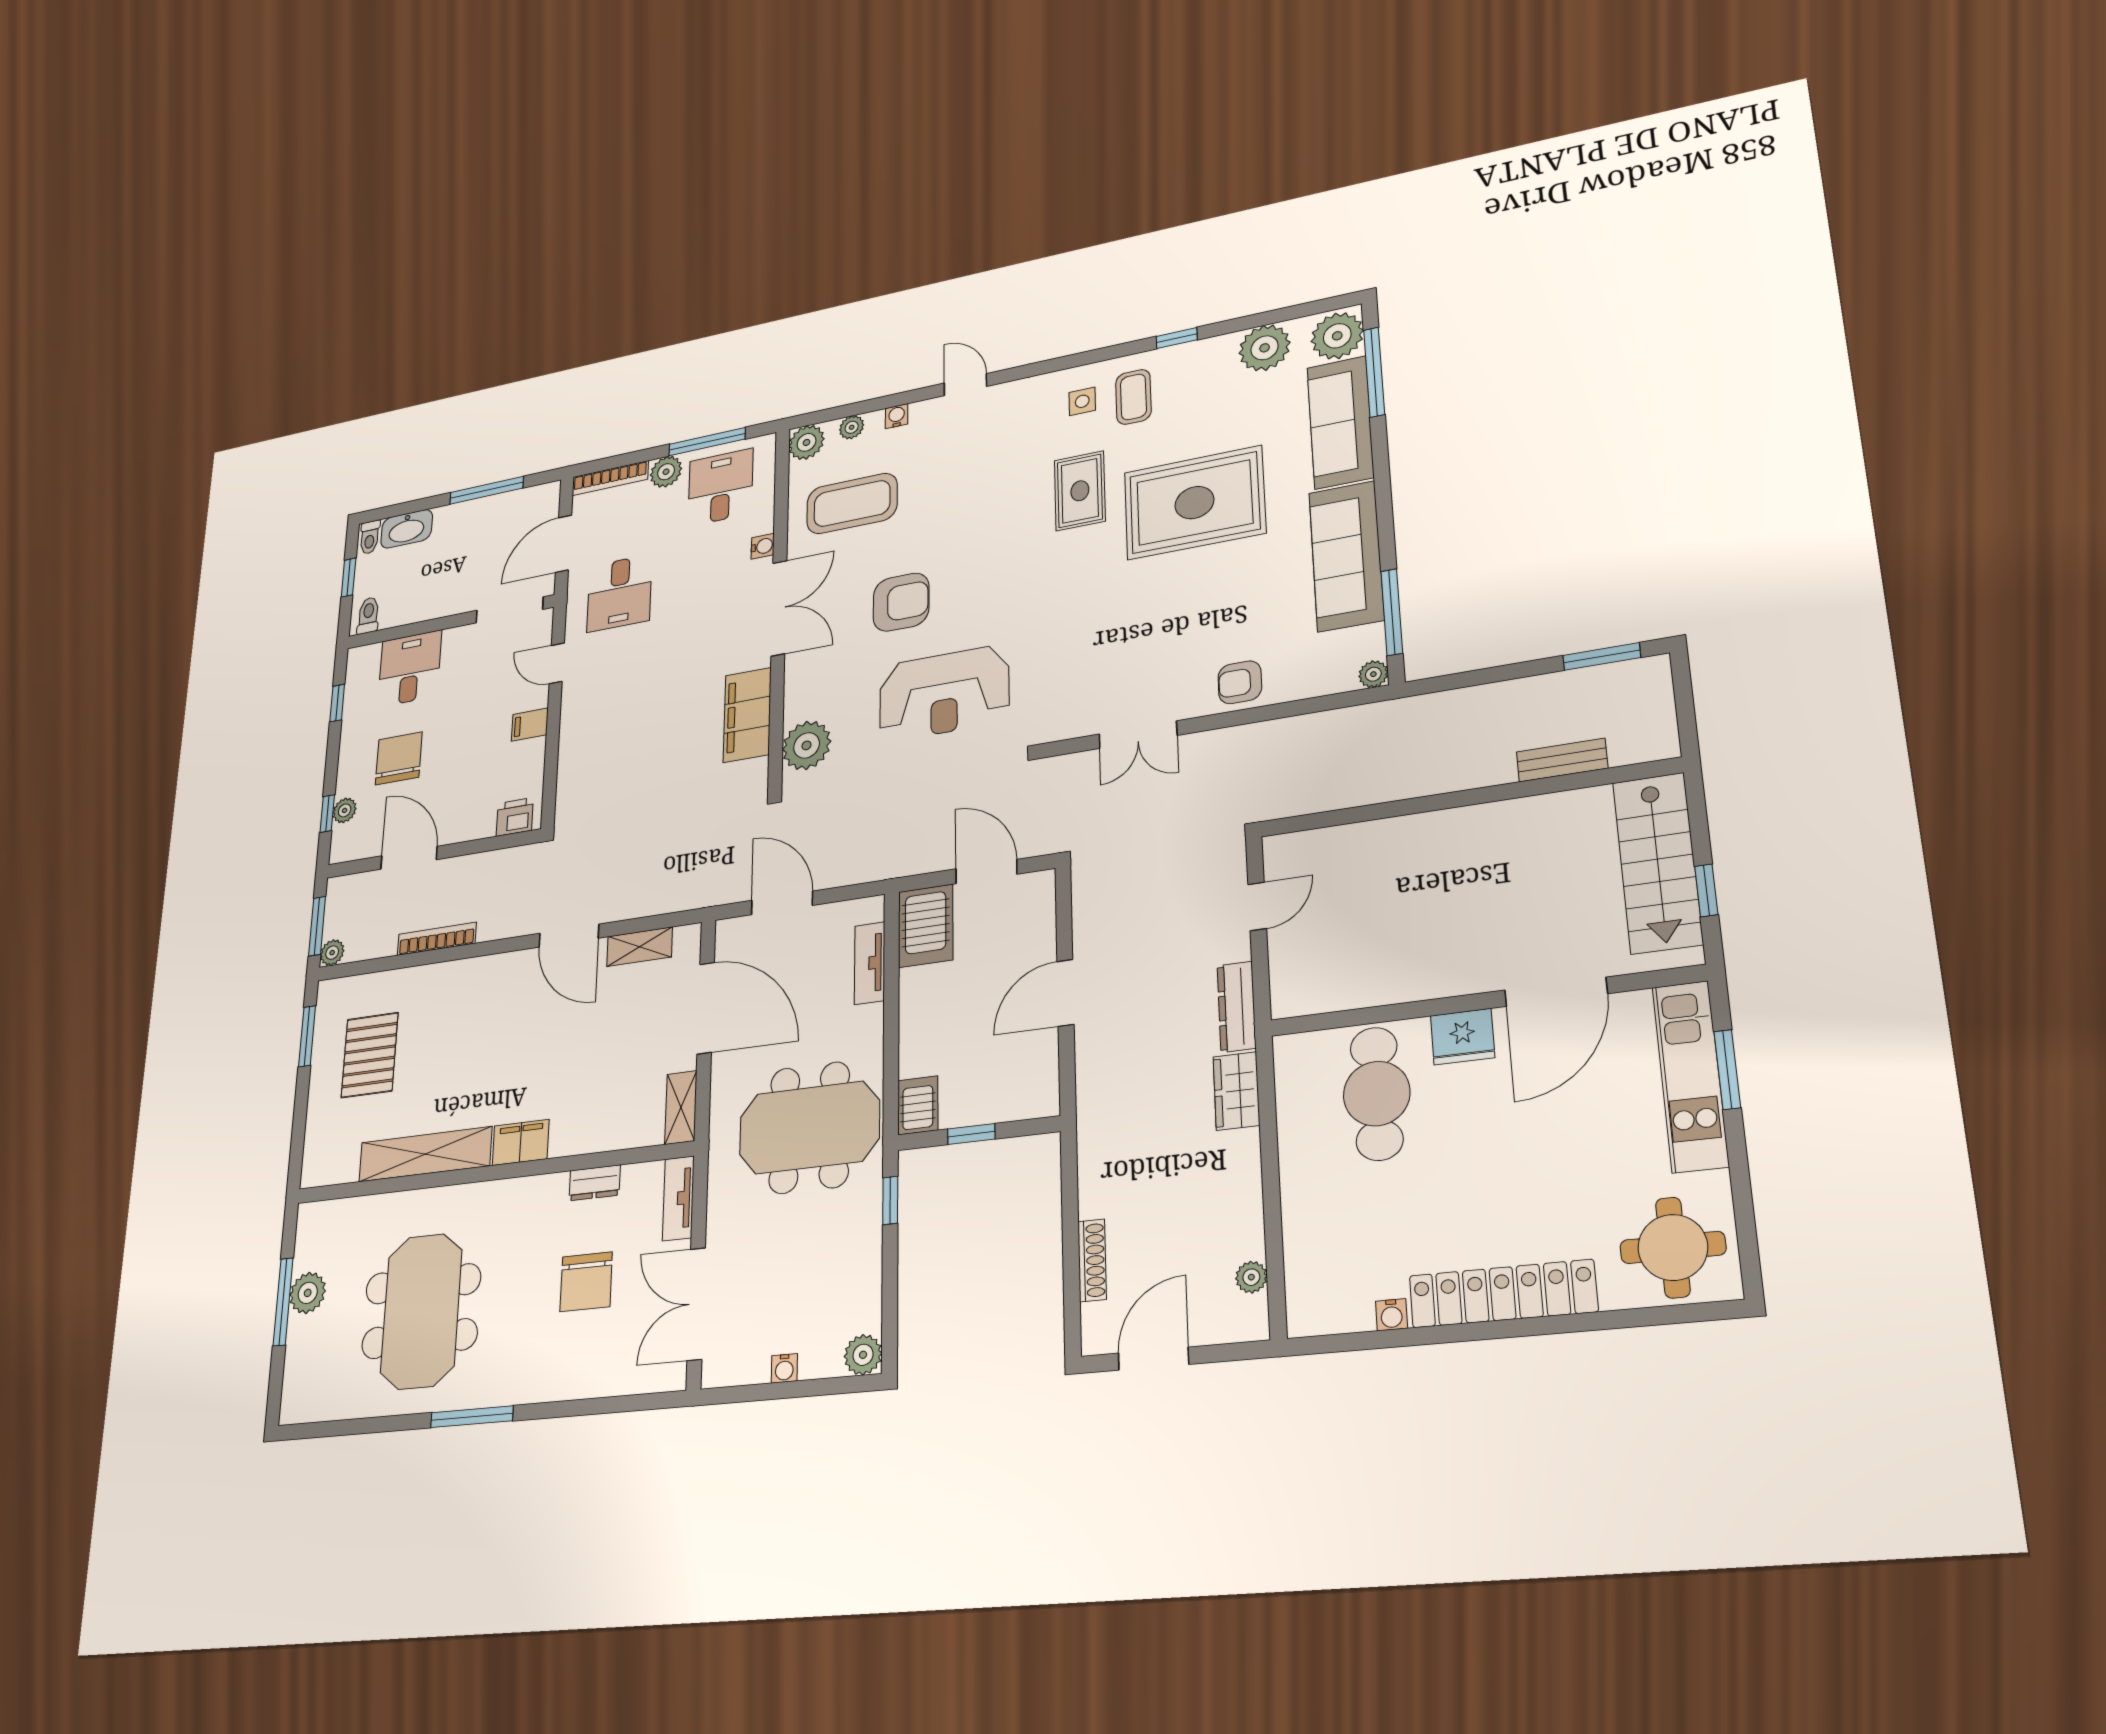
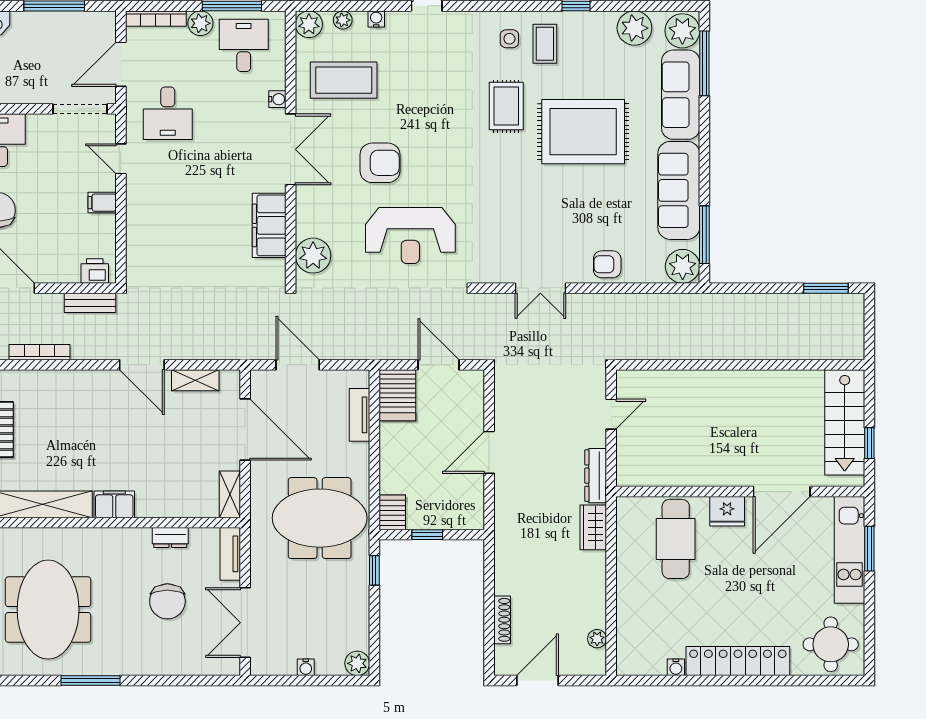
plant: (1373, 674) -> (683, 266), width x1.87, depth x1.87
bench: (1562, 760) -> (90, 303), moved

